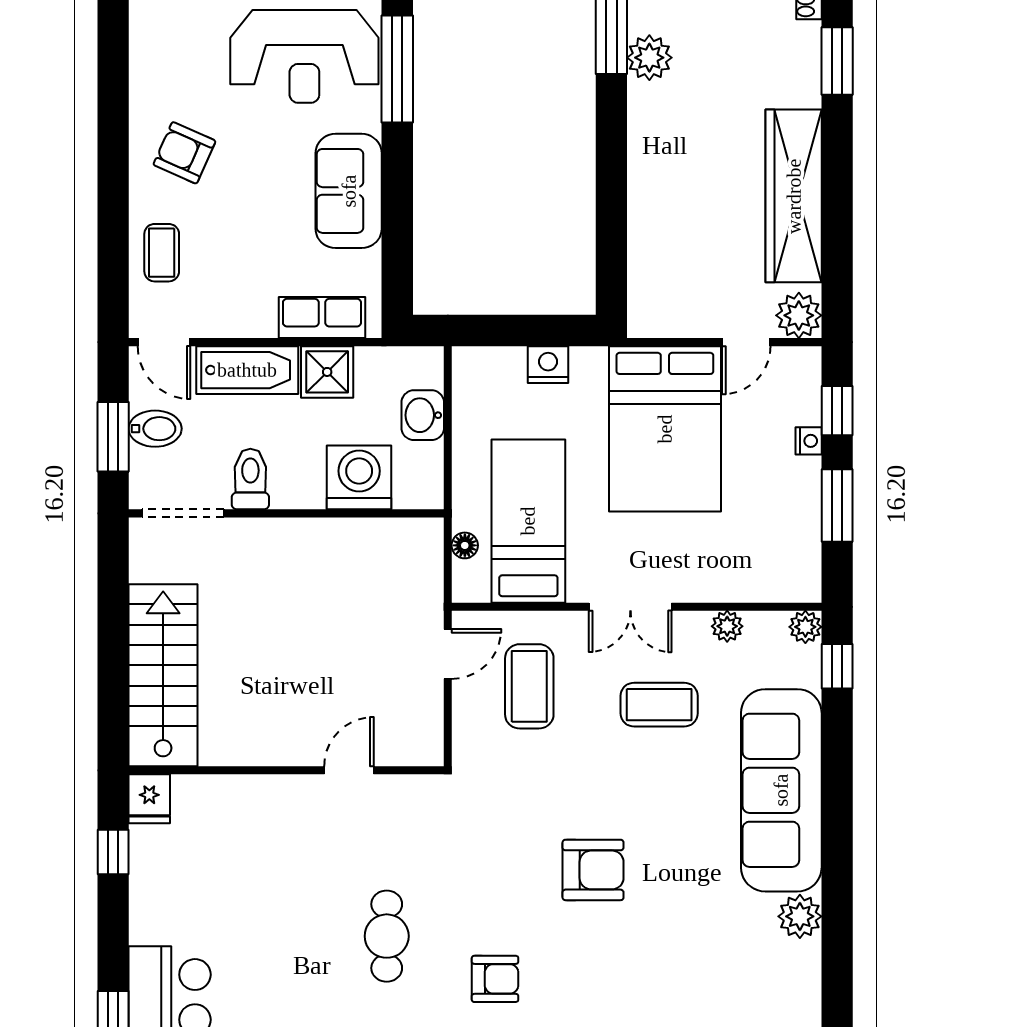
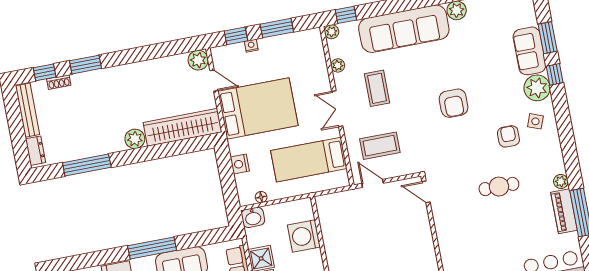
plant: (649, 58) -> (135, 139), moved
window: (397, 69) -> (152, 248), moved
wardrobe: (794, 196) -> (183, 127), moved, turned 180
washbasin: (423, 415) -> (253, 217), moved
floor lamp: (465, 545) -> (261, 197), moved
double door: (630, 607) -> (337, 109), swing flipped
door: (349, 770) -> (426, 192), moved
armchair: (593, 870) -> (454, 103), turned 180

